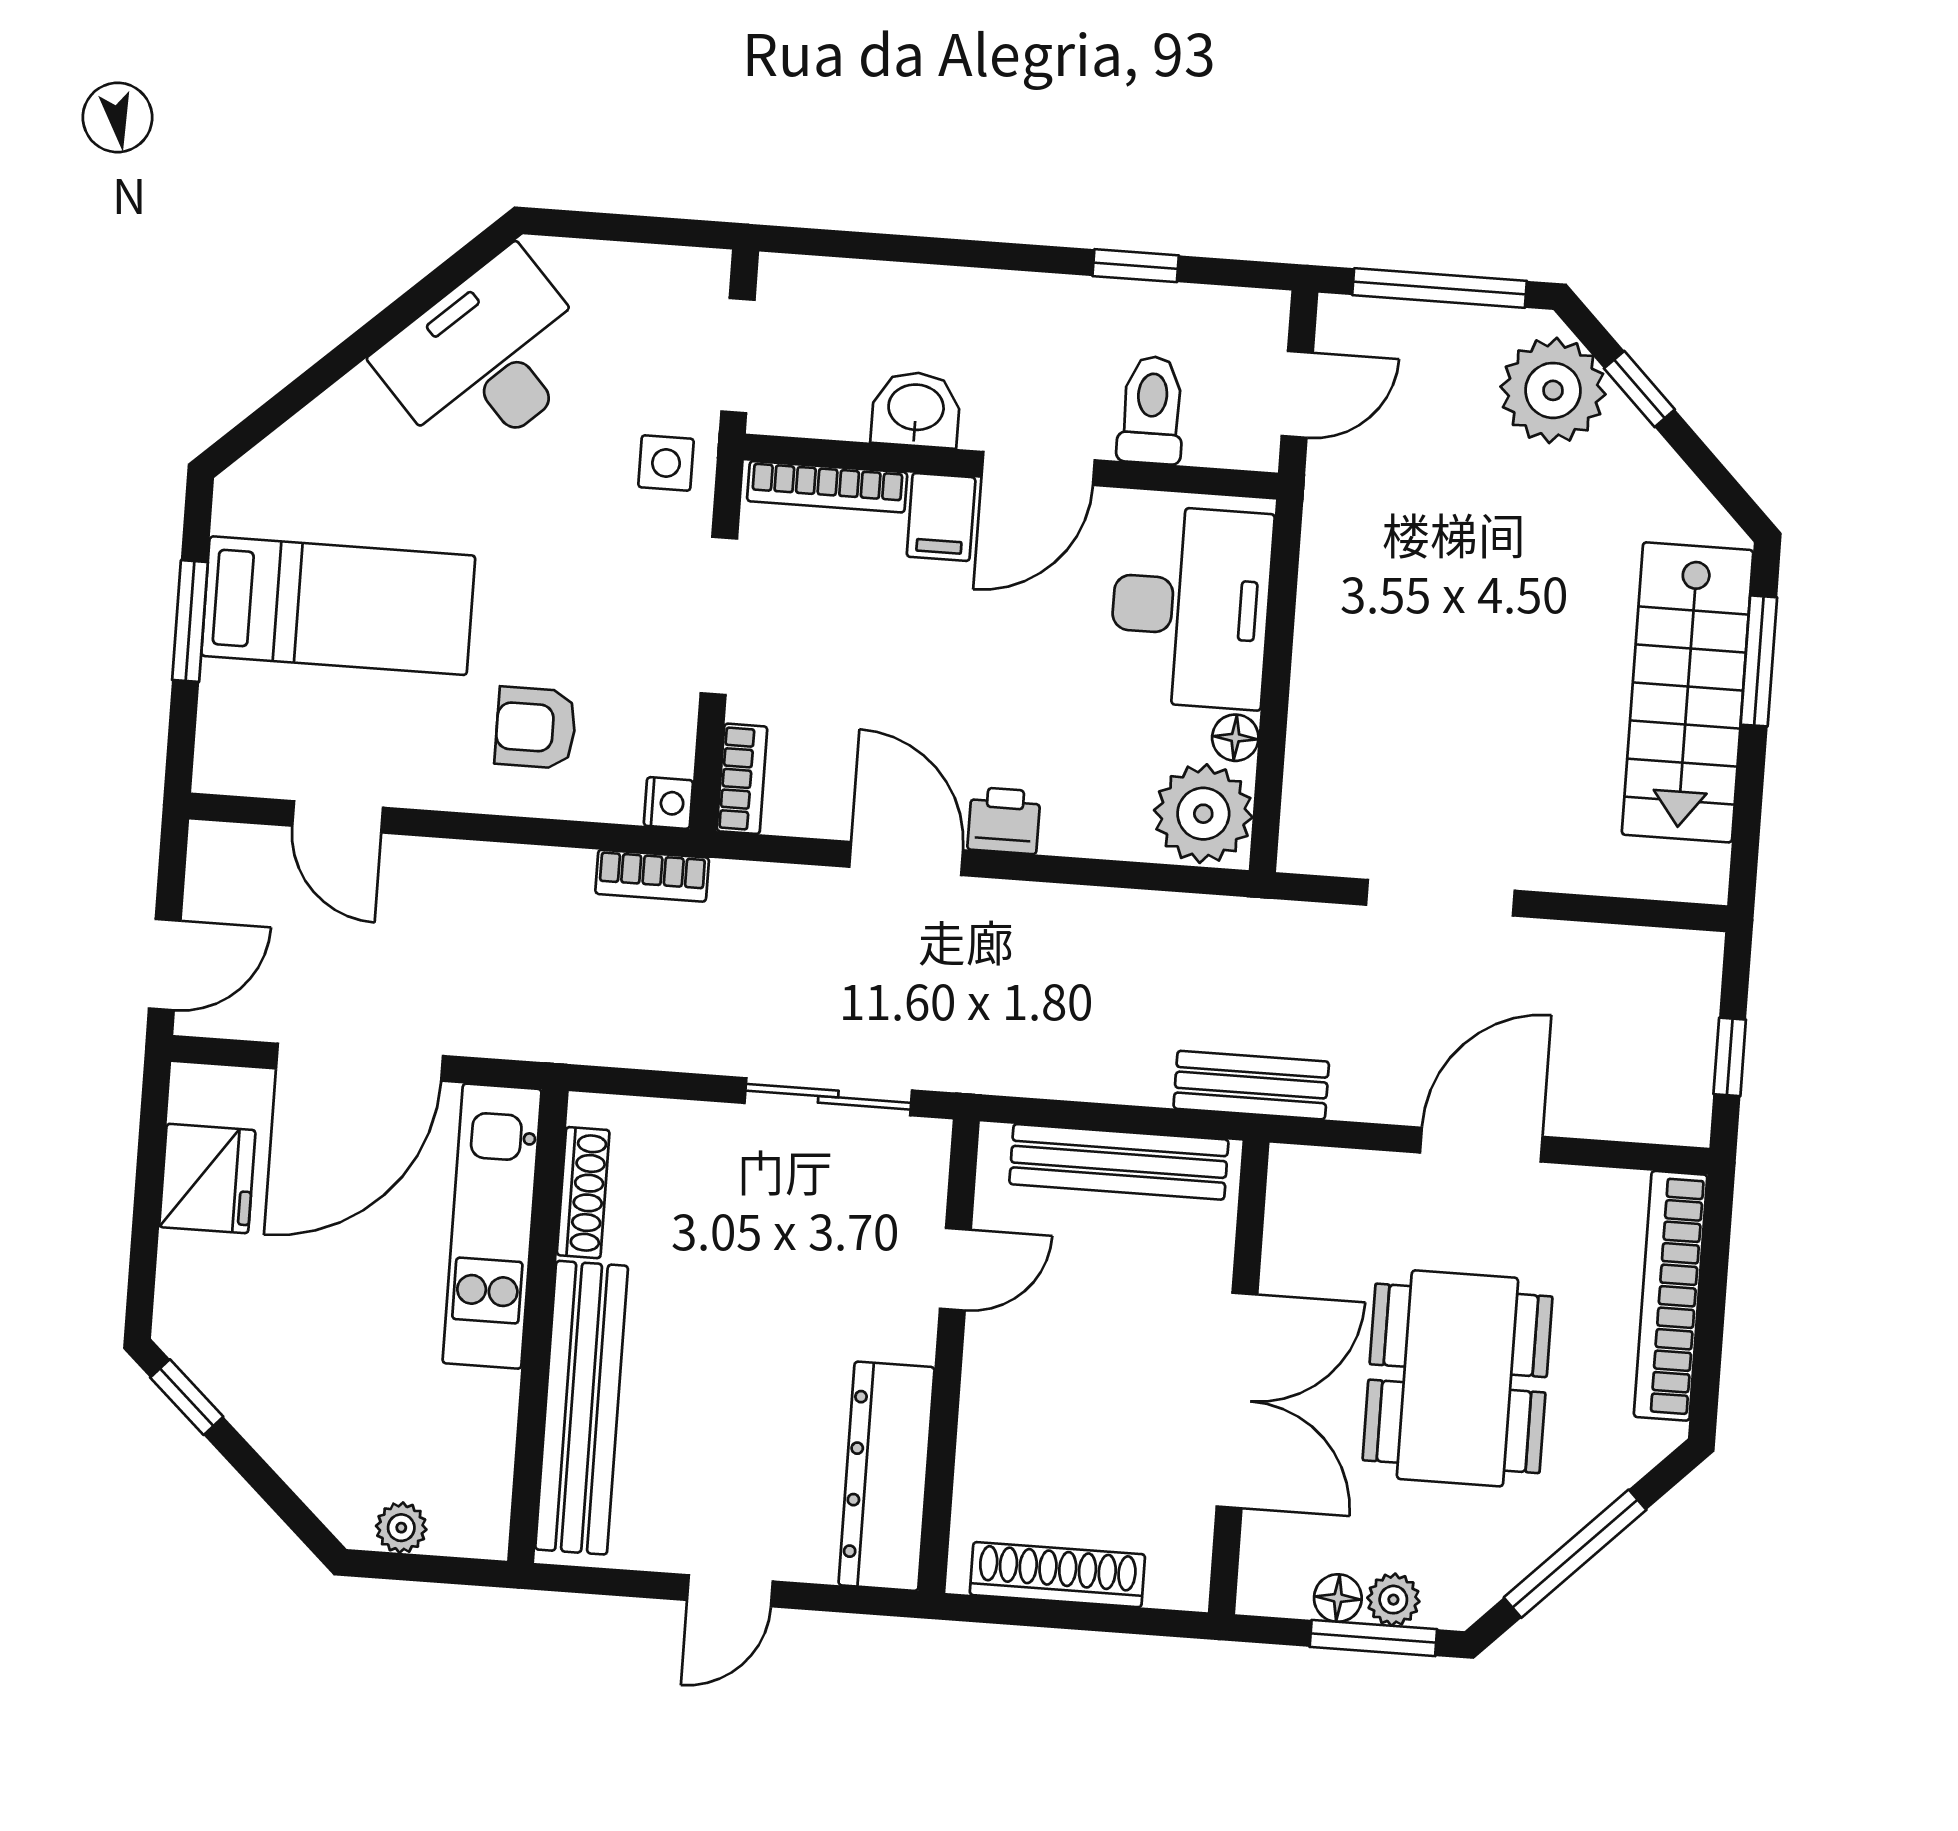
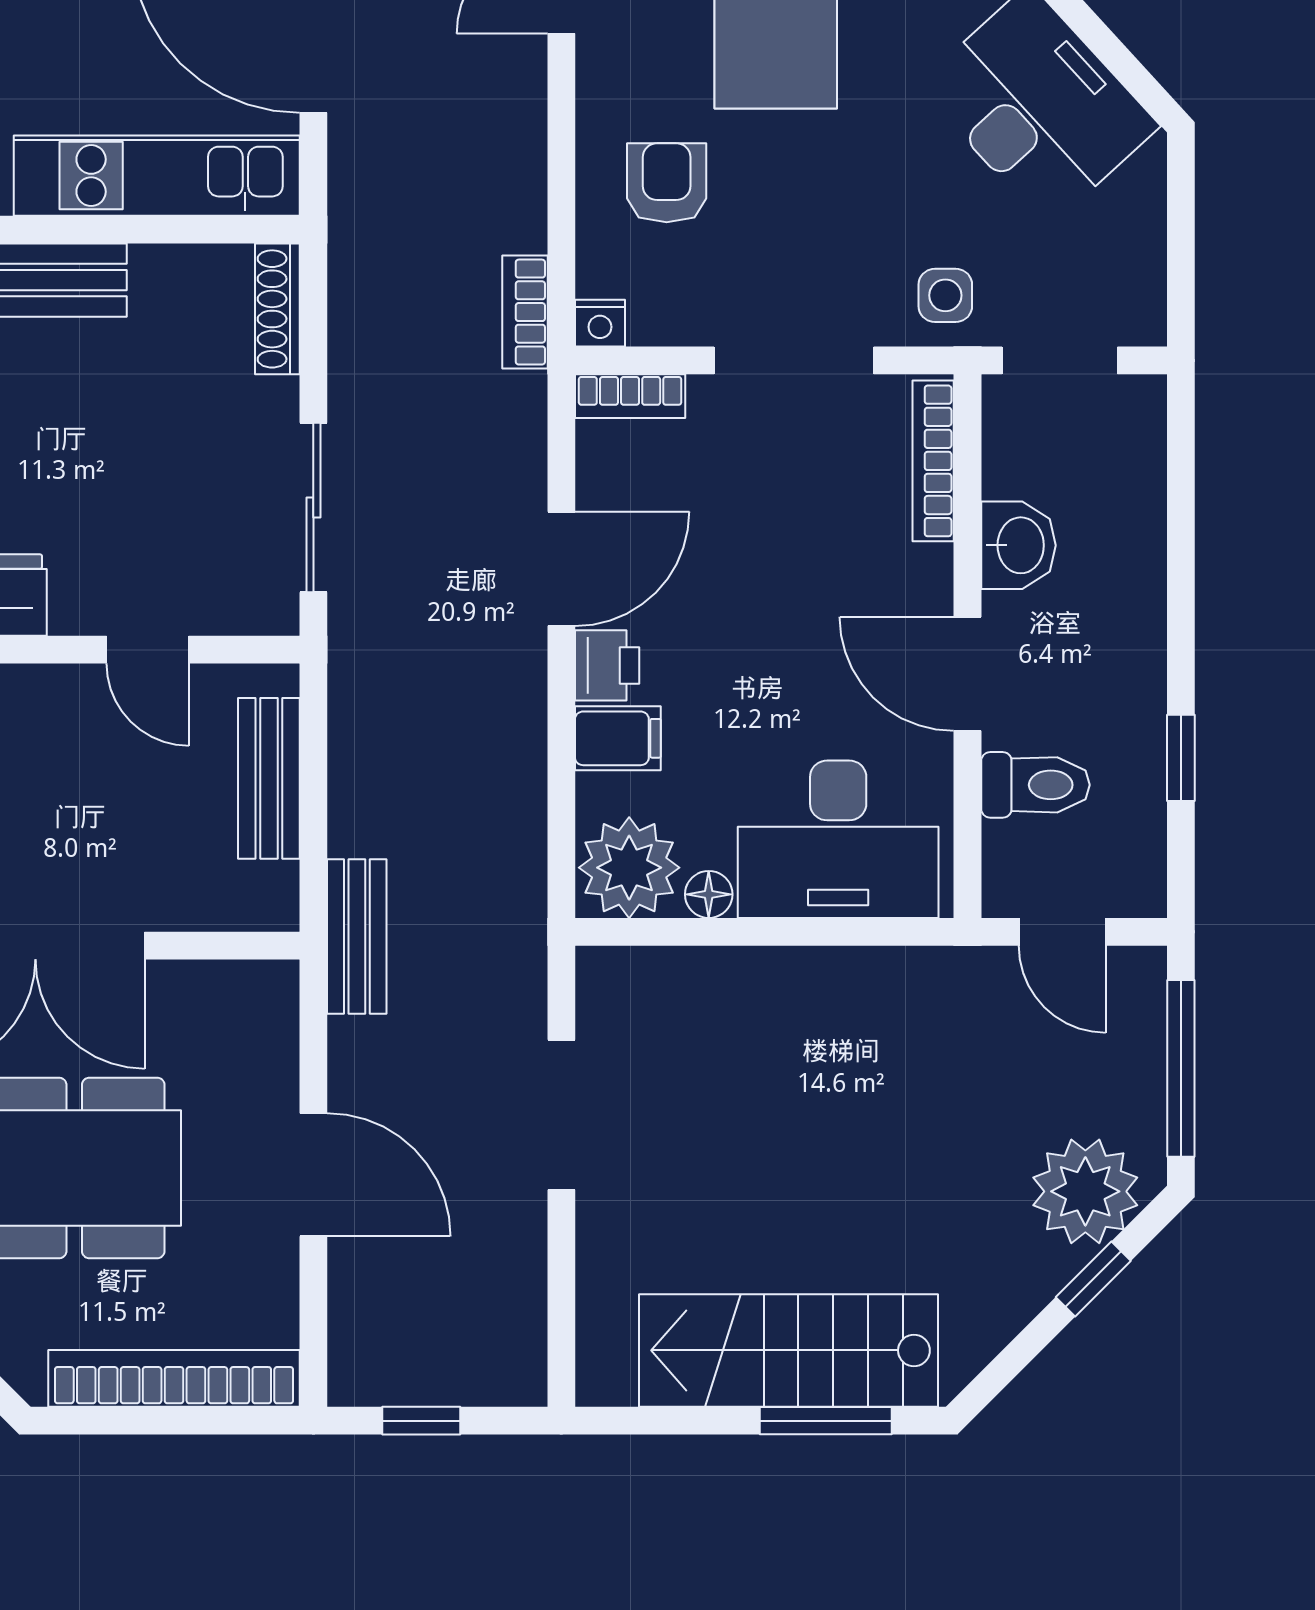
filing cabinet: (941, 517) -> (618, 738), moved, turned 180
bench: (1119, 1162) -> (269, 778), width x0.73
shoe rack: (583, 1193) -> (277, 309), moved, turned 90

